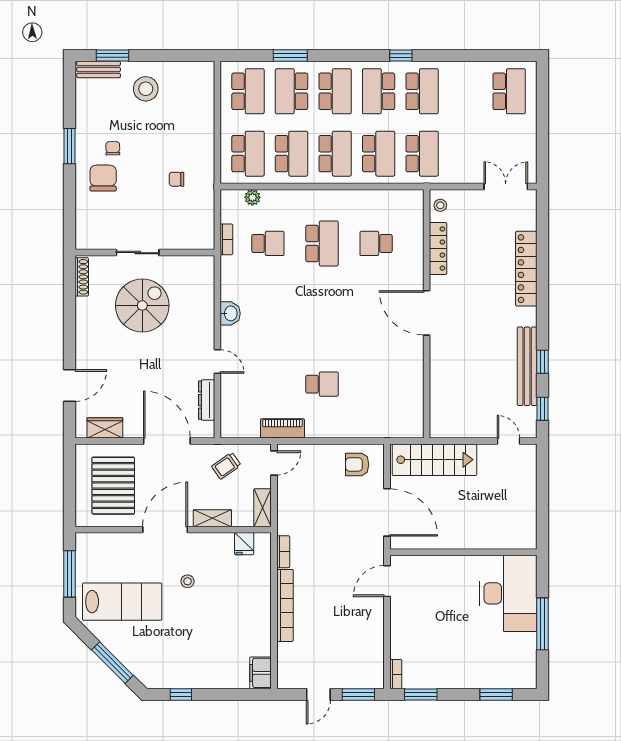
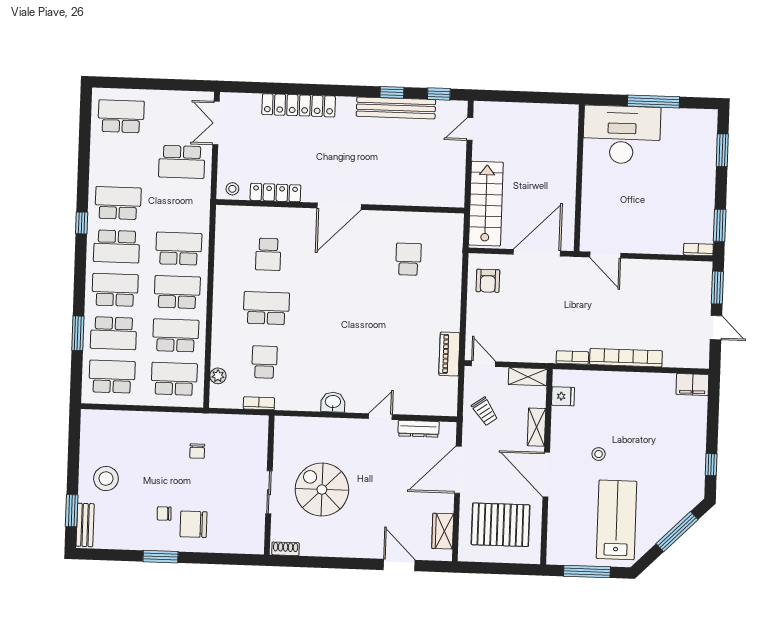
school desk: (422, 154) -> (182, 162), moved, turned 180
shoe rack: (82, 277) -> (285, 549), width x0.70
school desk: (322, 384) -> (408, 259), moved

